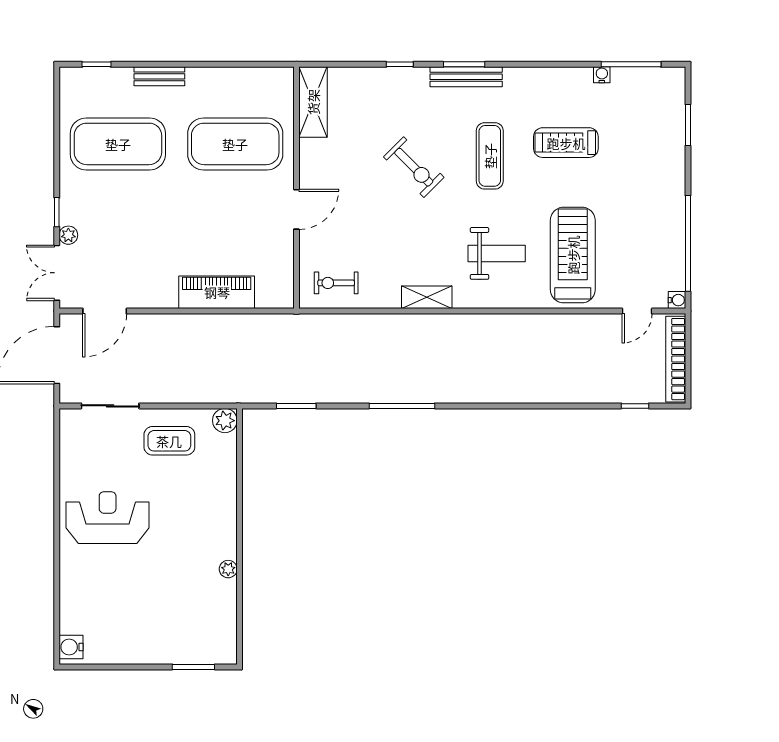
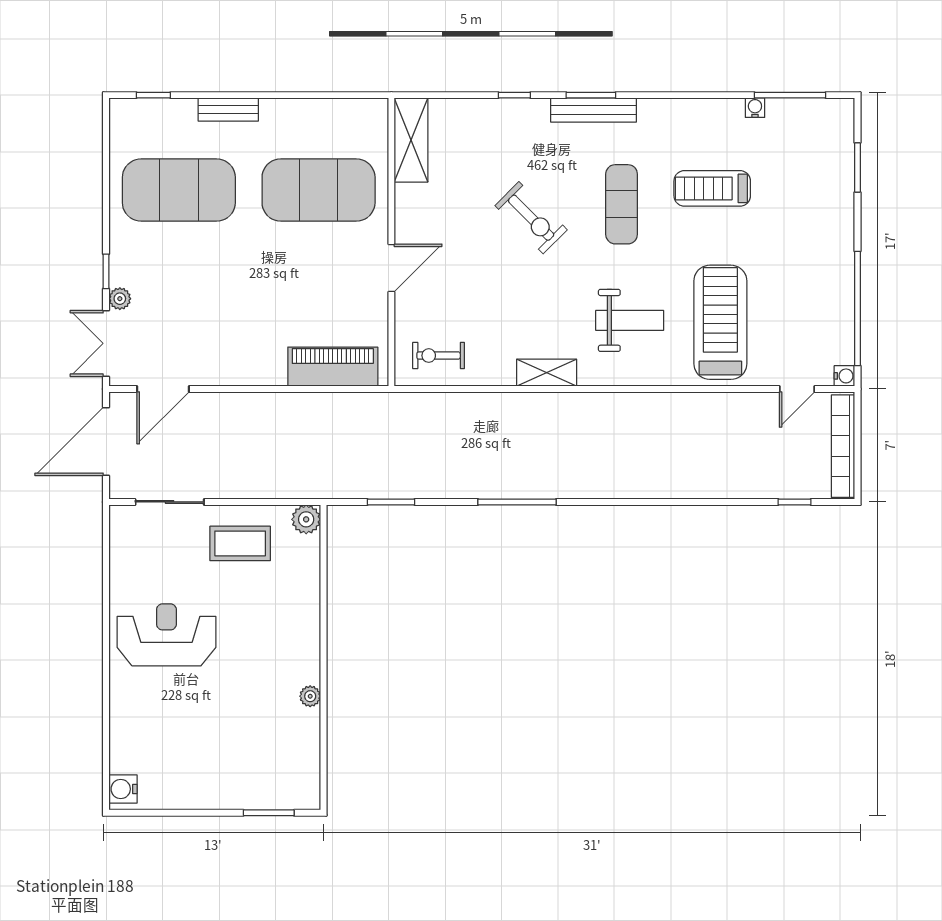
piano: (217, 292) -> (333, 367), moved

